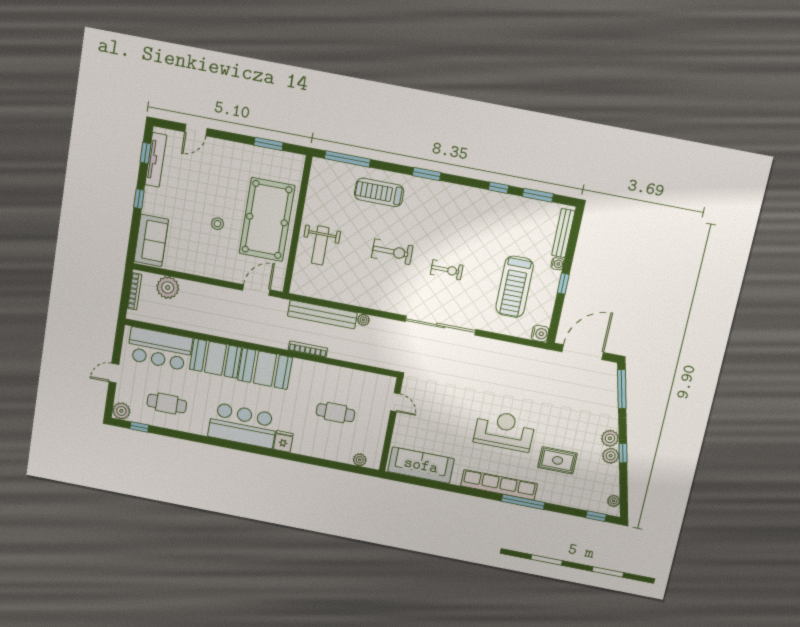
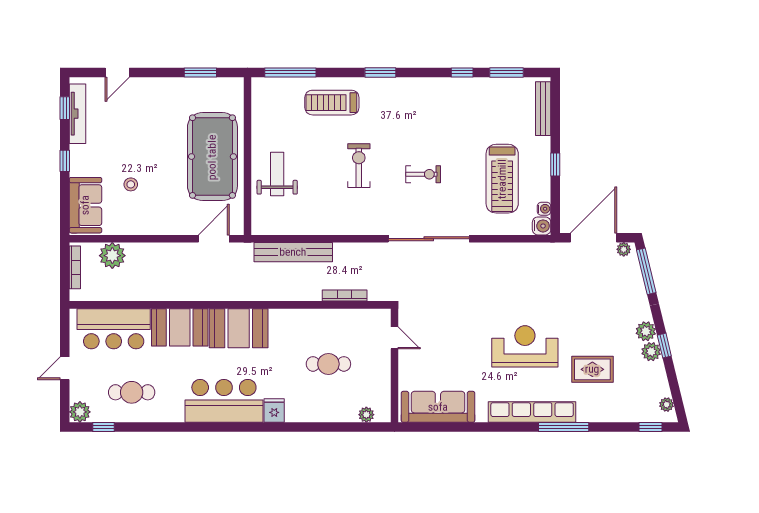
stool: (218, 224) -> (131, 184), moved
weight bench: (320, 245) -> (277, 174), turned 180
exercise bike: (392, 252) -> (359, 166), turned -90
water cooler: (557, 264) -> (544, 209), moved
plant: (363, 320) -> (624, 249), moved
bookcase: (308, 349) -> (345, 295), moved

